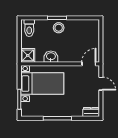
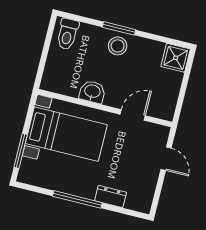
shower: (28, 55) -> (176, 58), moved
door: (89, 64) -> (133, 115), moved
dresser: (91, 112) -> (111, 196), moved

